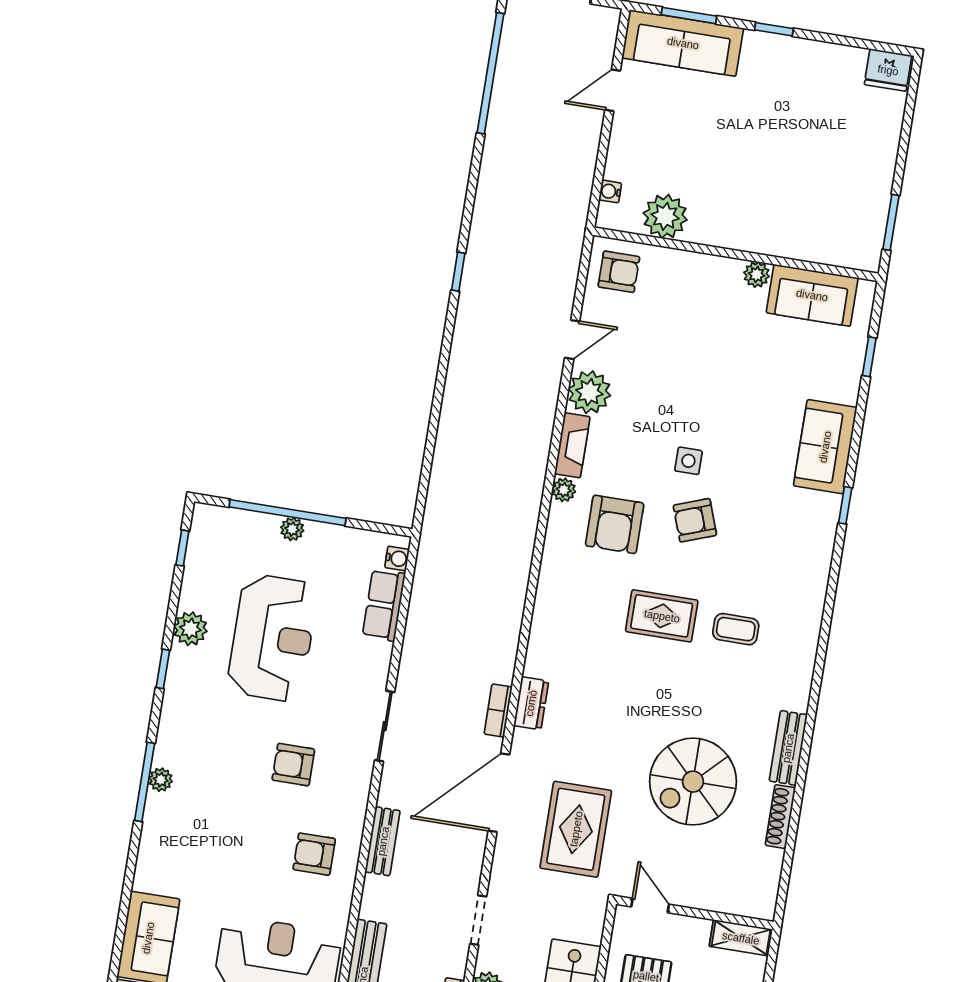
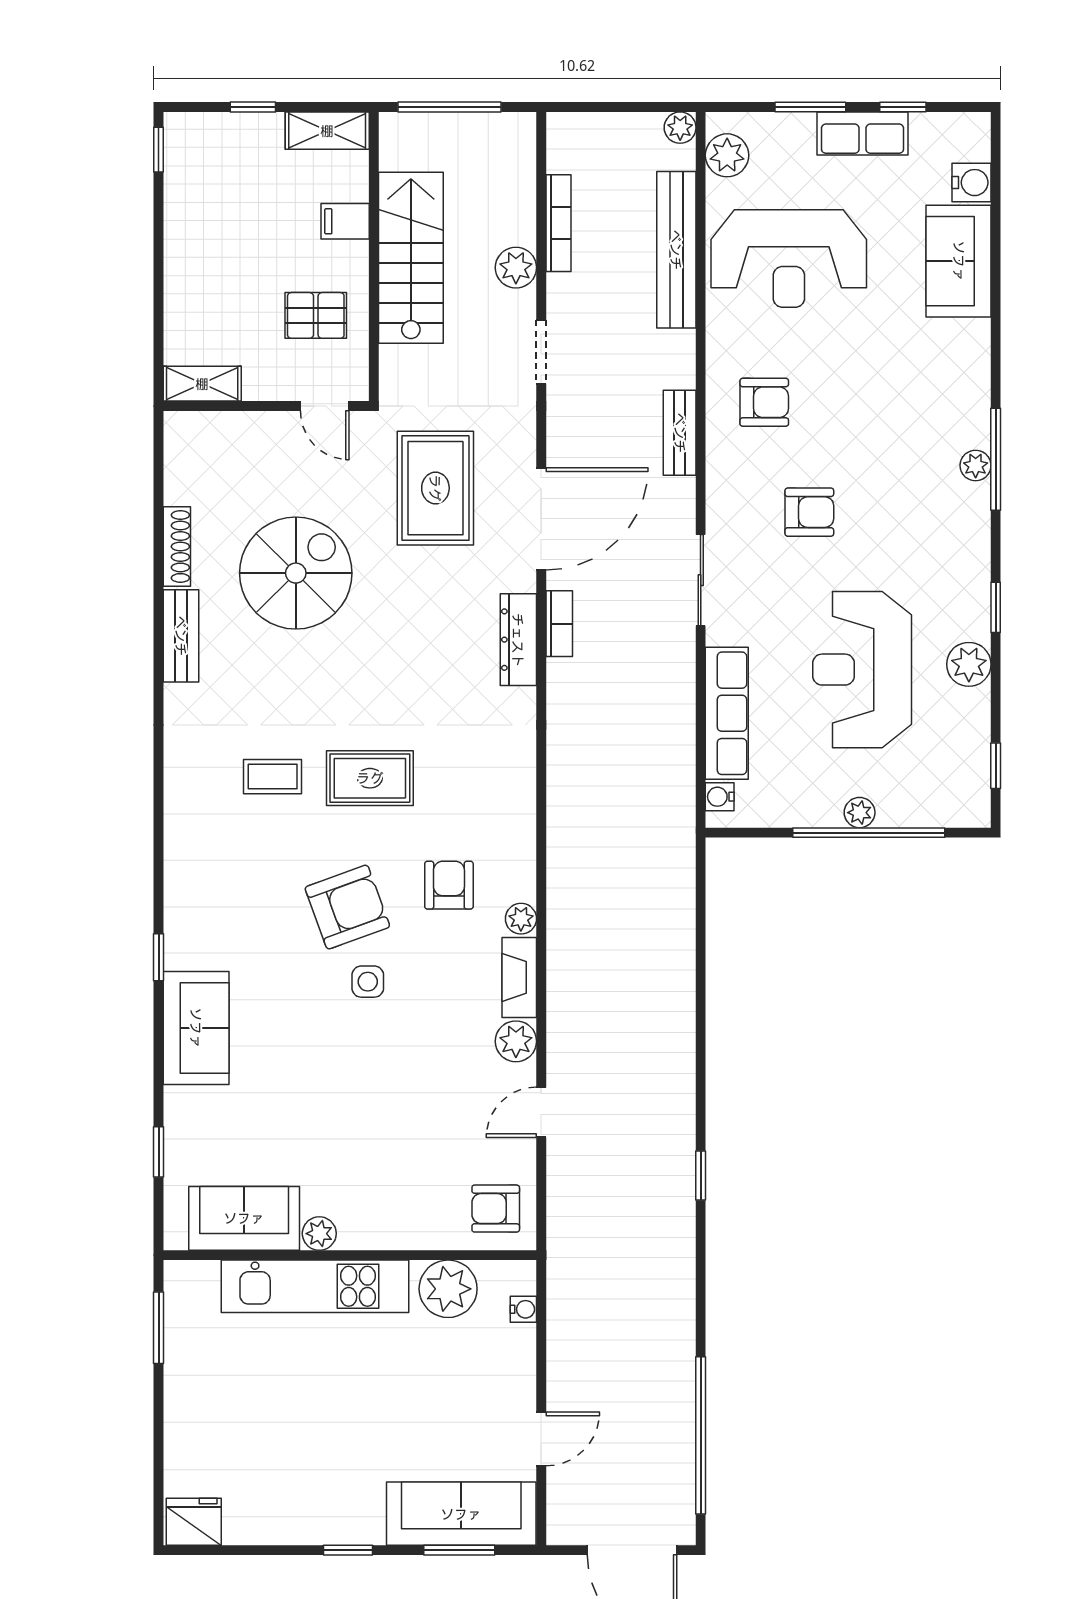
kitchen unit: (766, 235) -> (315, 1286), added
plant: (589, 392) -> (516, 1041), width x0.73, depth x0.73
armchair: (695, 520) -> (347, 907), width x1.38, depth x1.38
armchair: (615, 524) -> (449, 885), width x0.72, depth x0.72
row of seats: (384, 605) -> (727, 713), width x1.48
dresser: (531, 703) -> (518, 640), width x1.44

